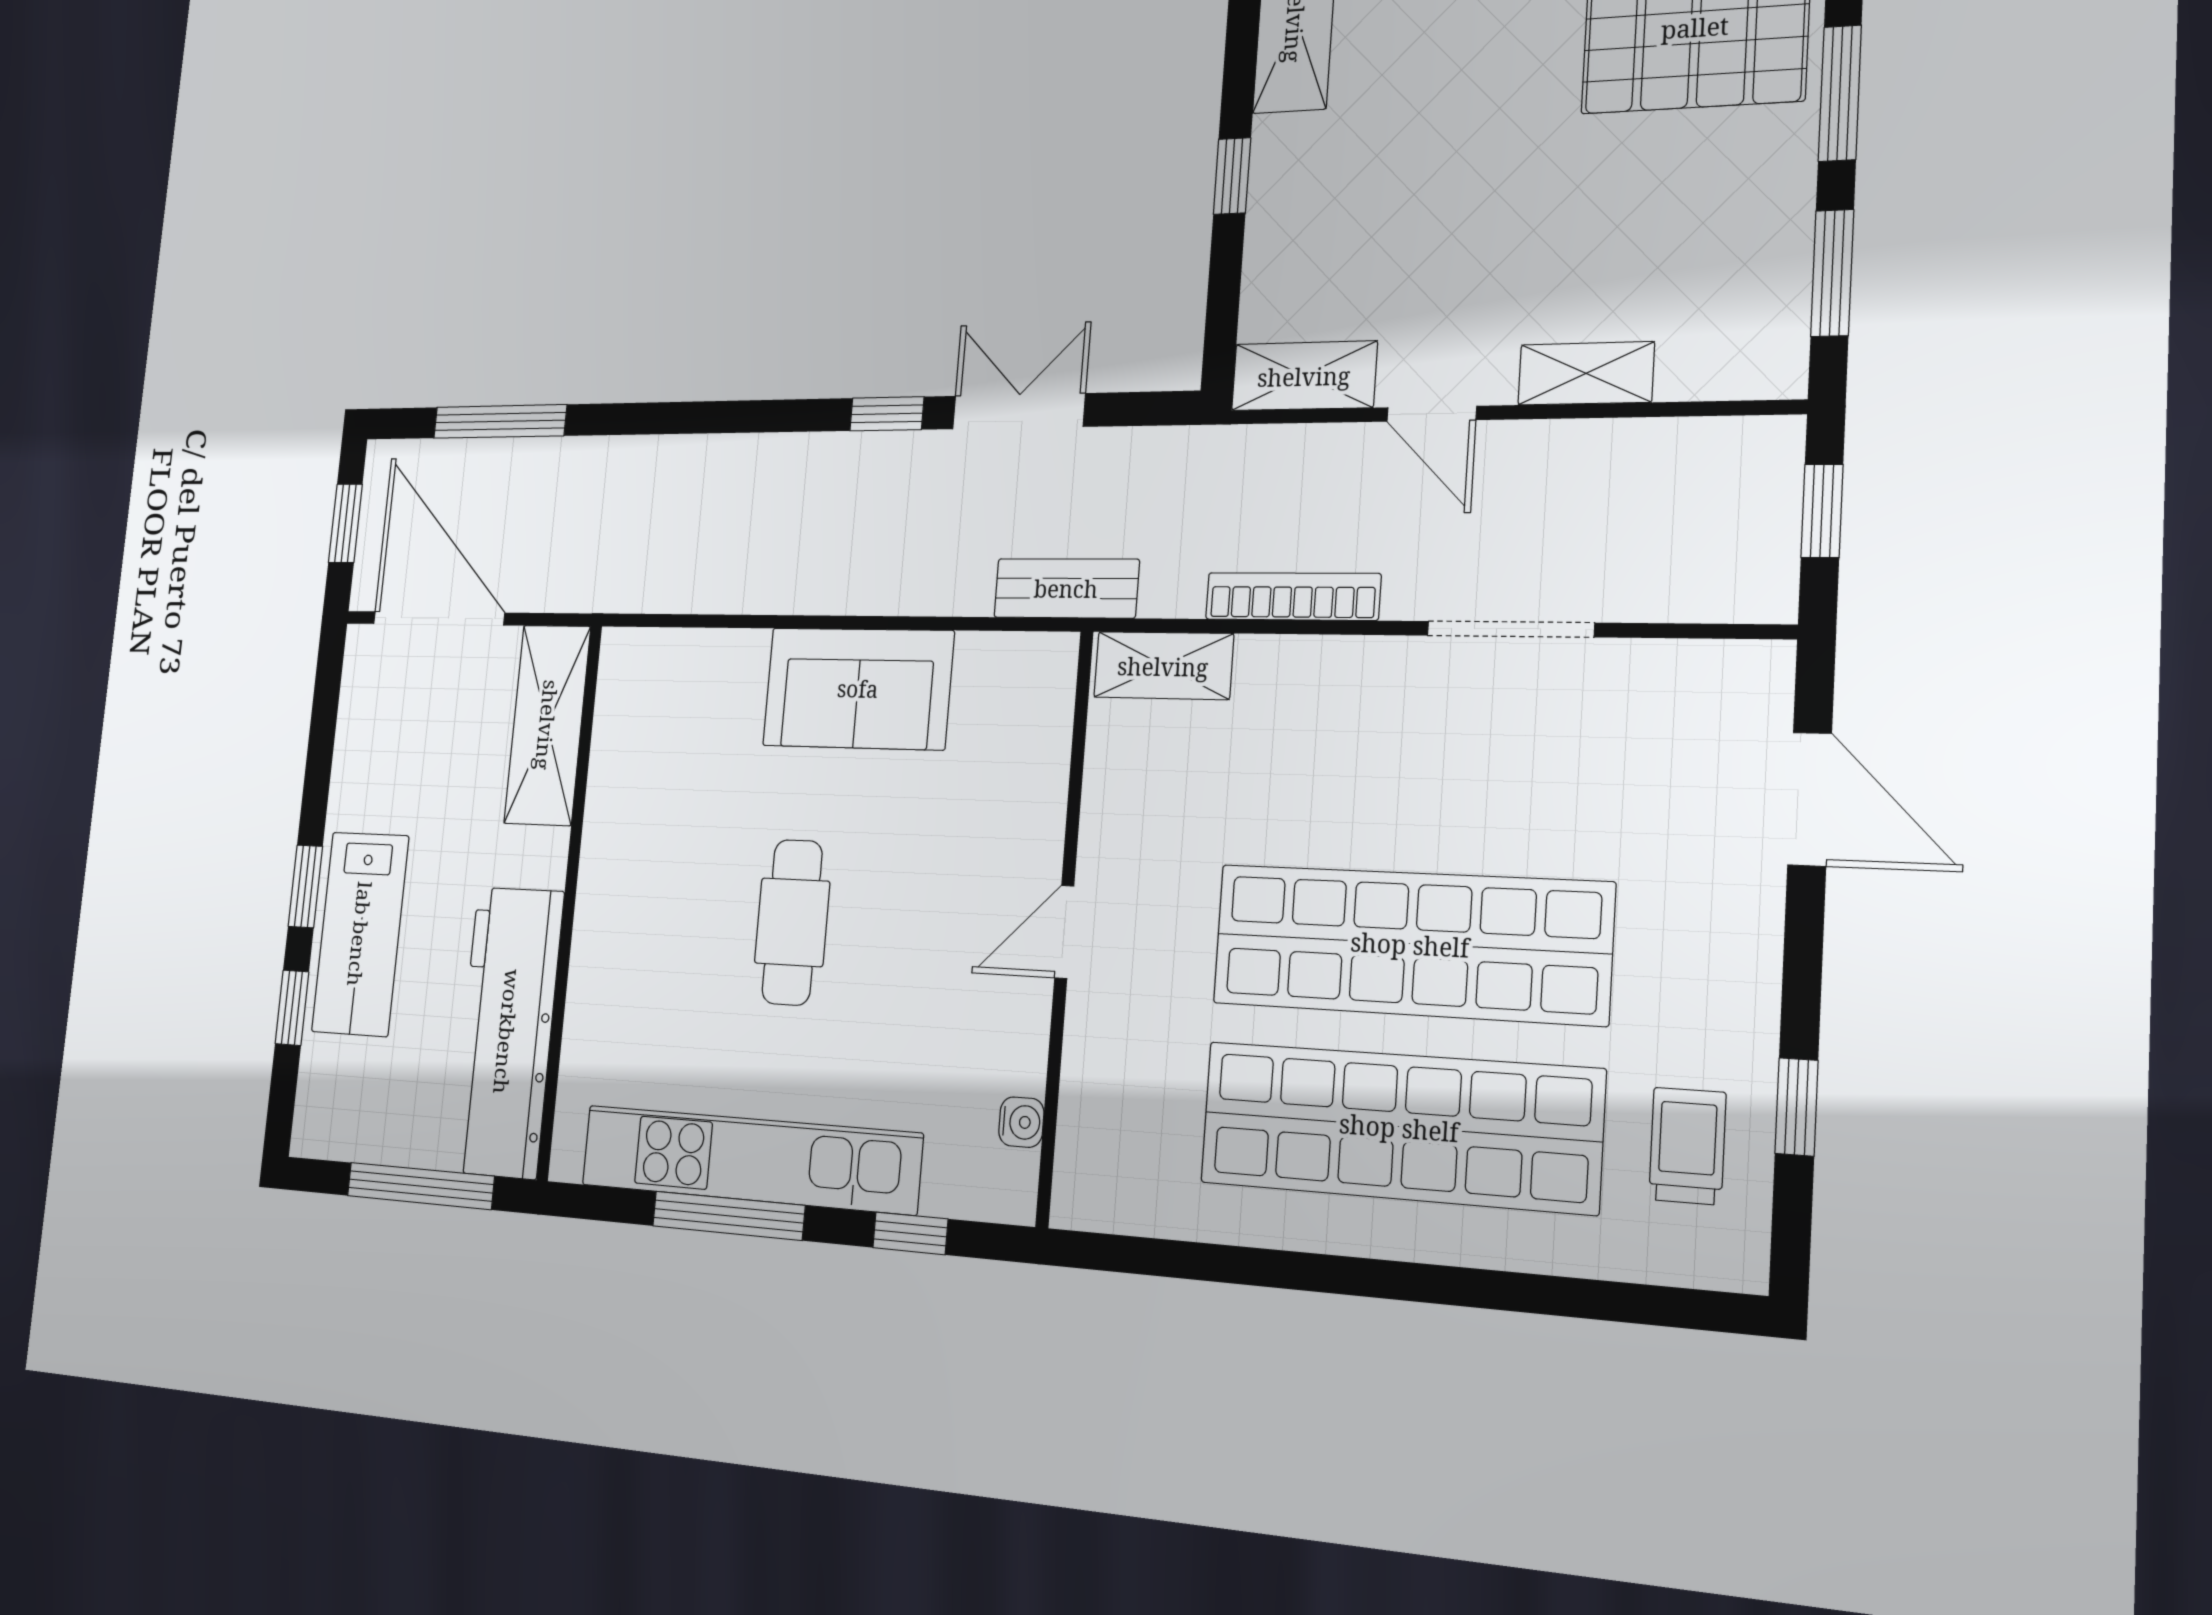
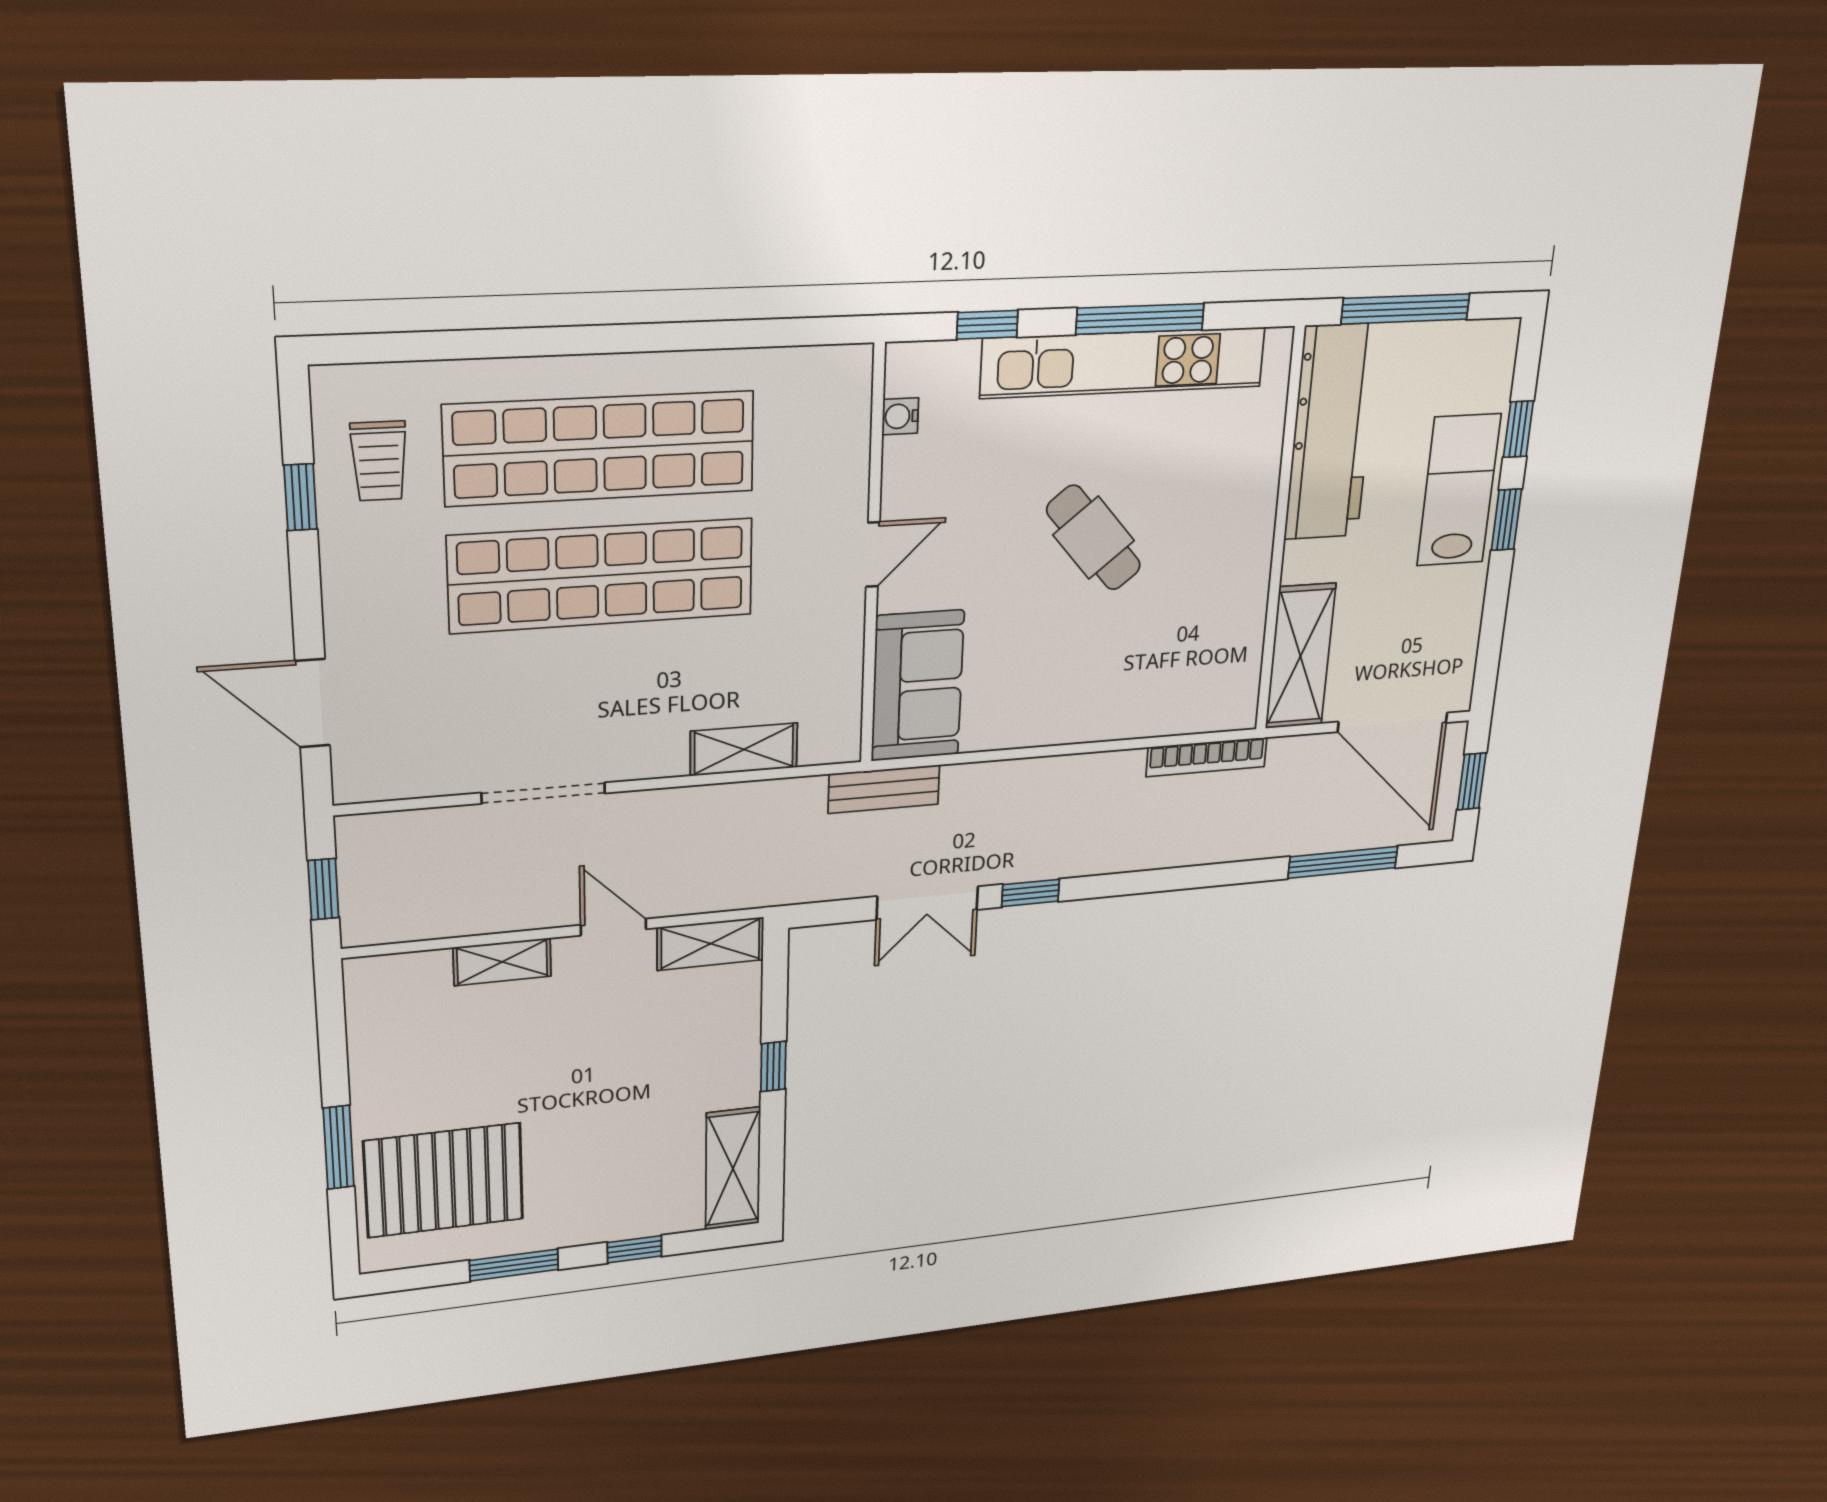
window: (1832, 273) -> (332, 1038), removed
bookcase: (1293, 596) -> (1207, 757), moved
shelving: (1163, 666) -> (744, 749), moved
sofa: (858, 688) -> (918, 686), moved, turned 90
cafe table: (792, 922) -> (1094, 538), turned -40

